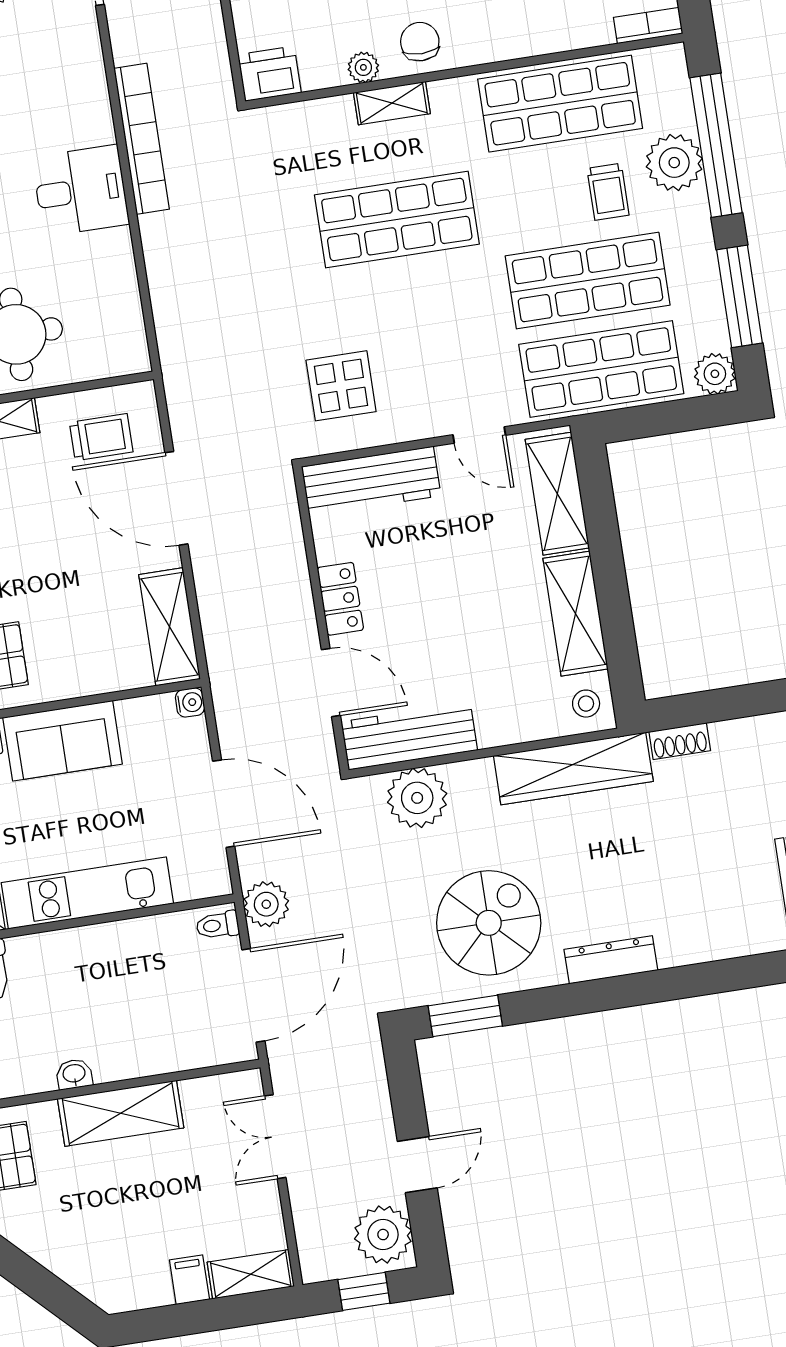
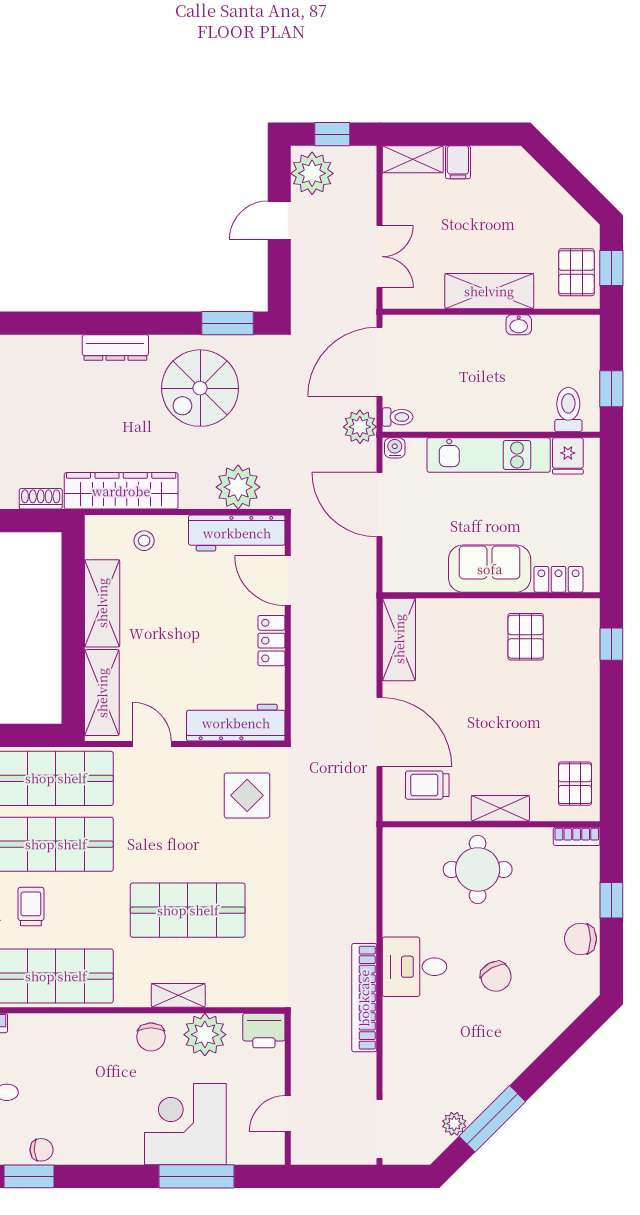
plant: (363, 67) -> (205, 1035), width x1.88, depth x1.88
water cooler: (190, 702) -> (395, 448), moved, turned 90
stool: (586, 704) -> (144, 541), moved

